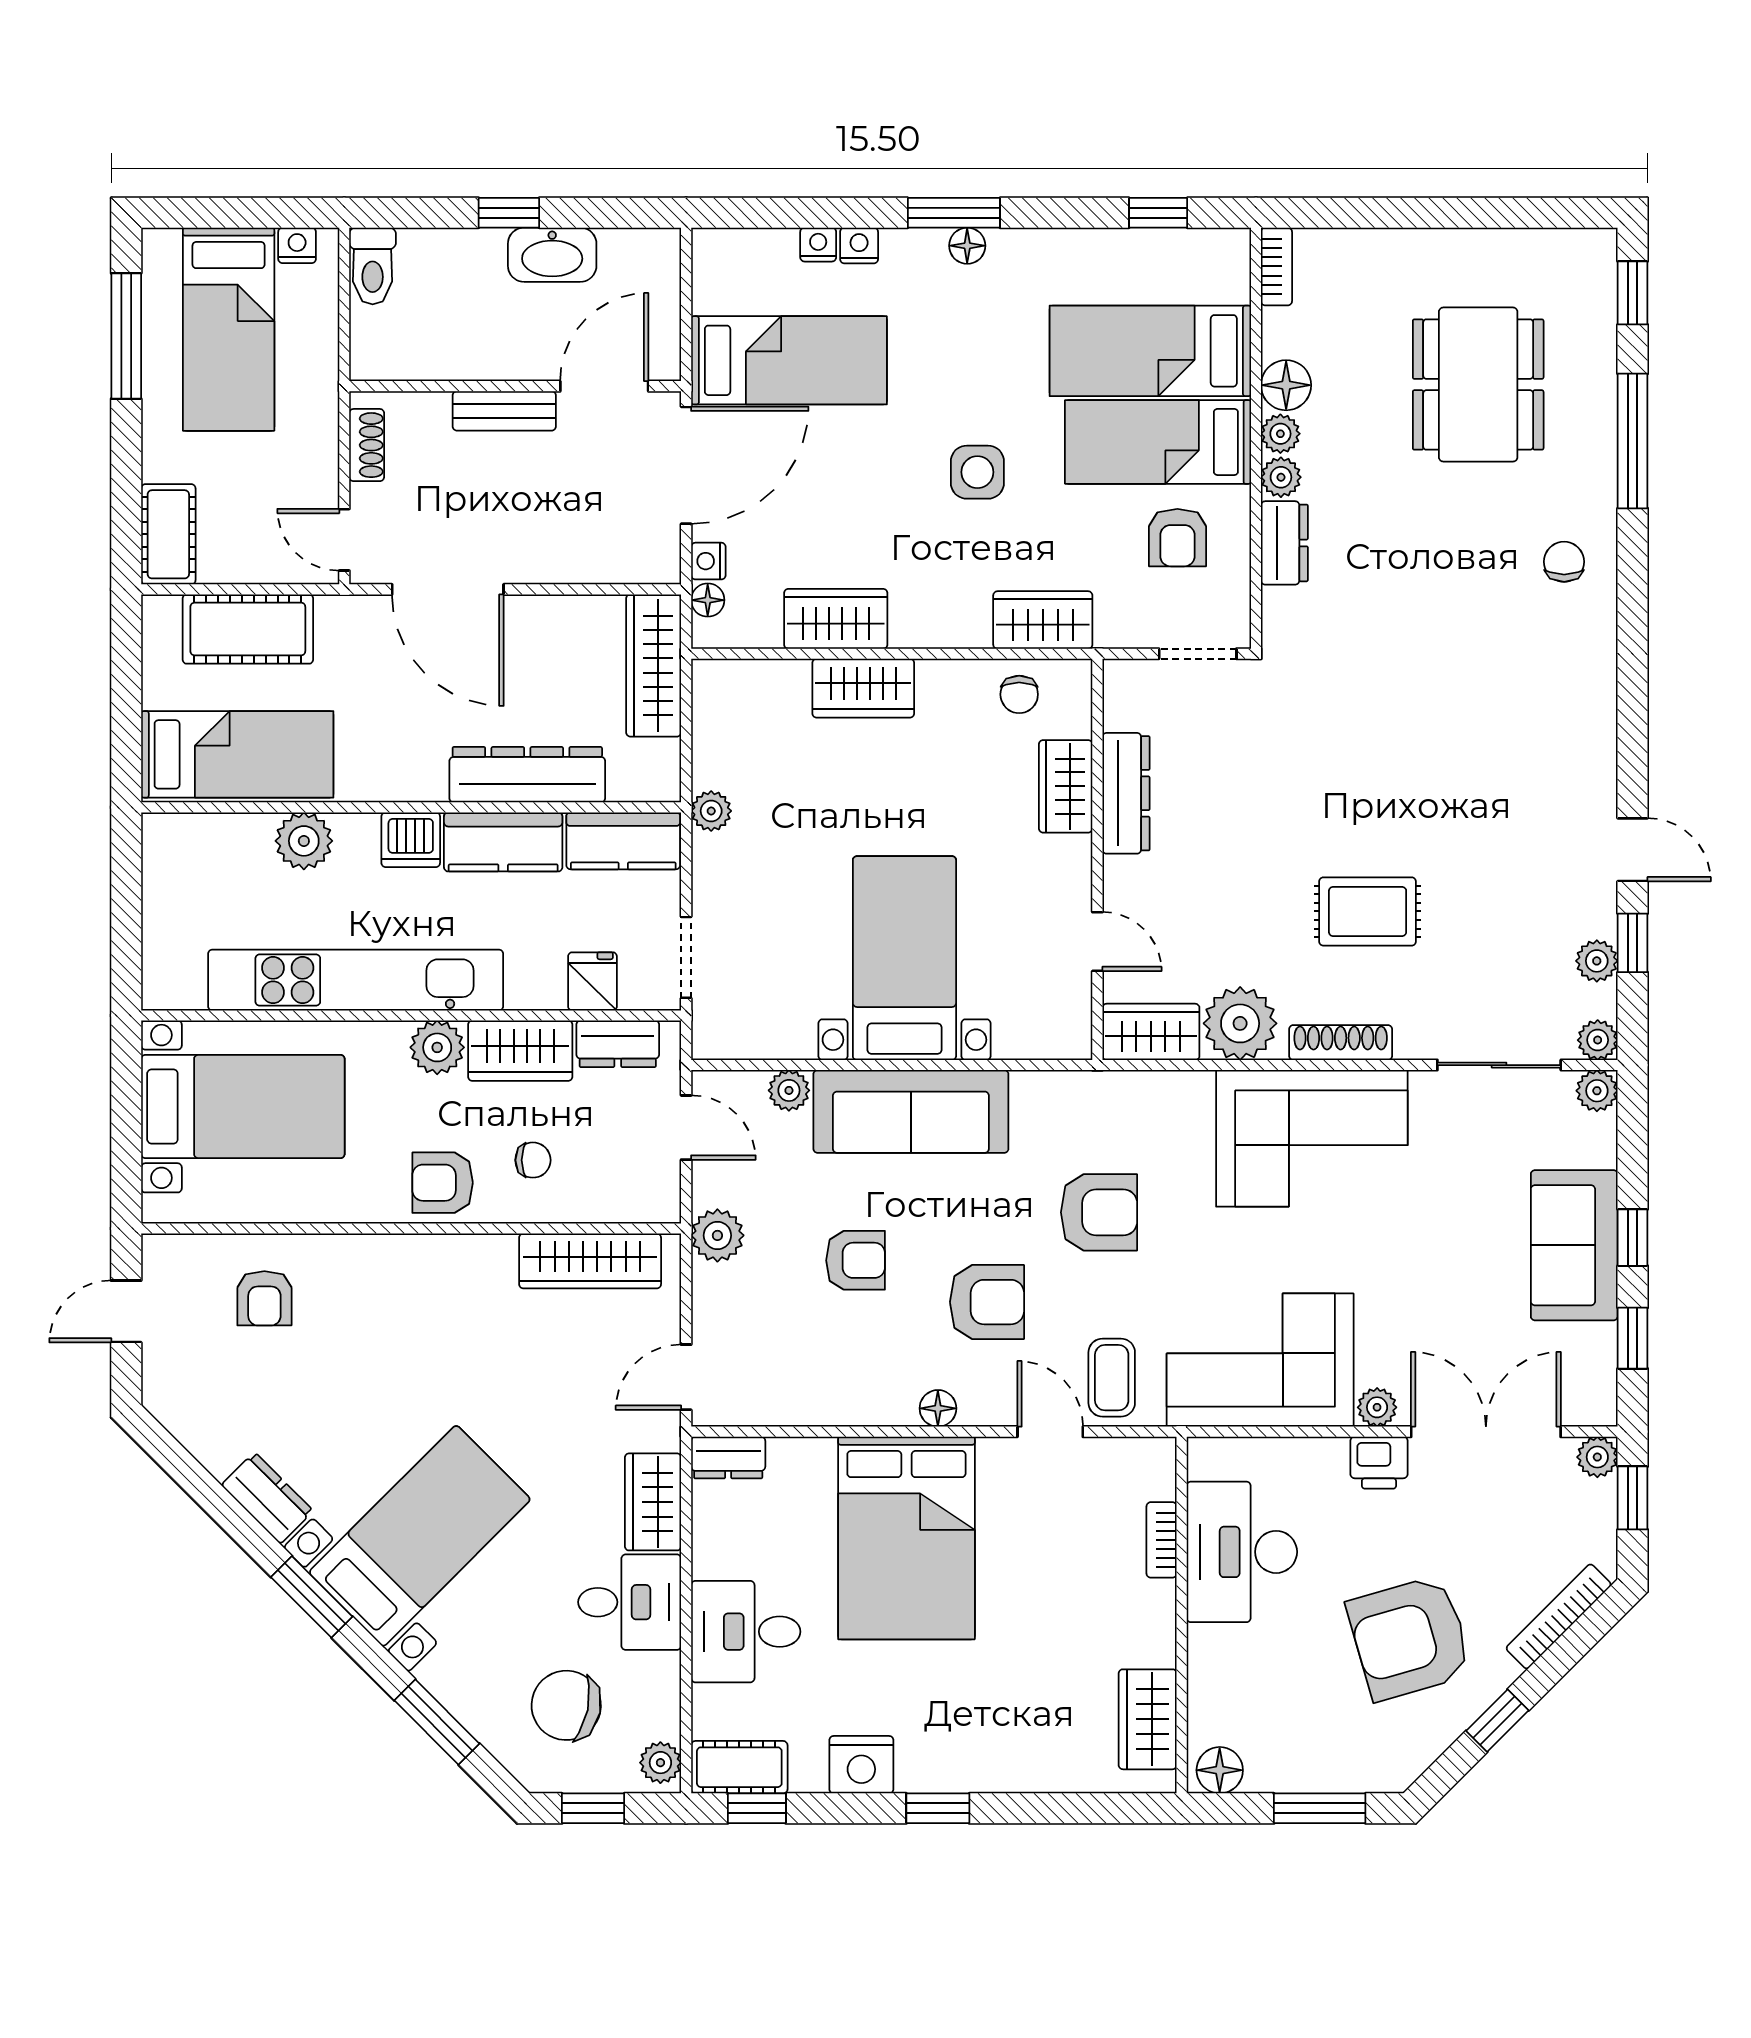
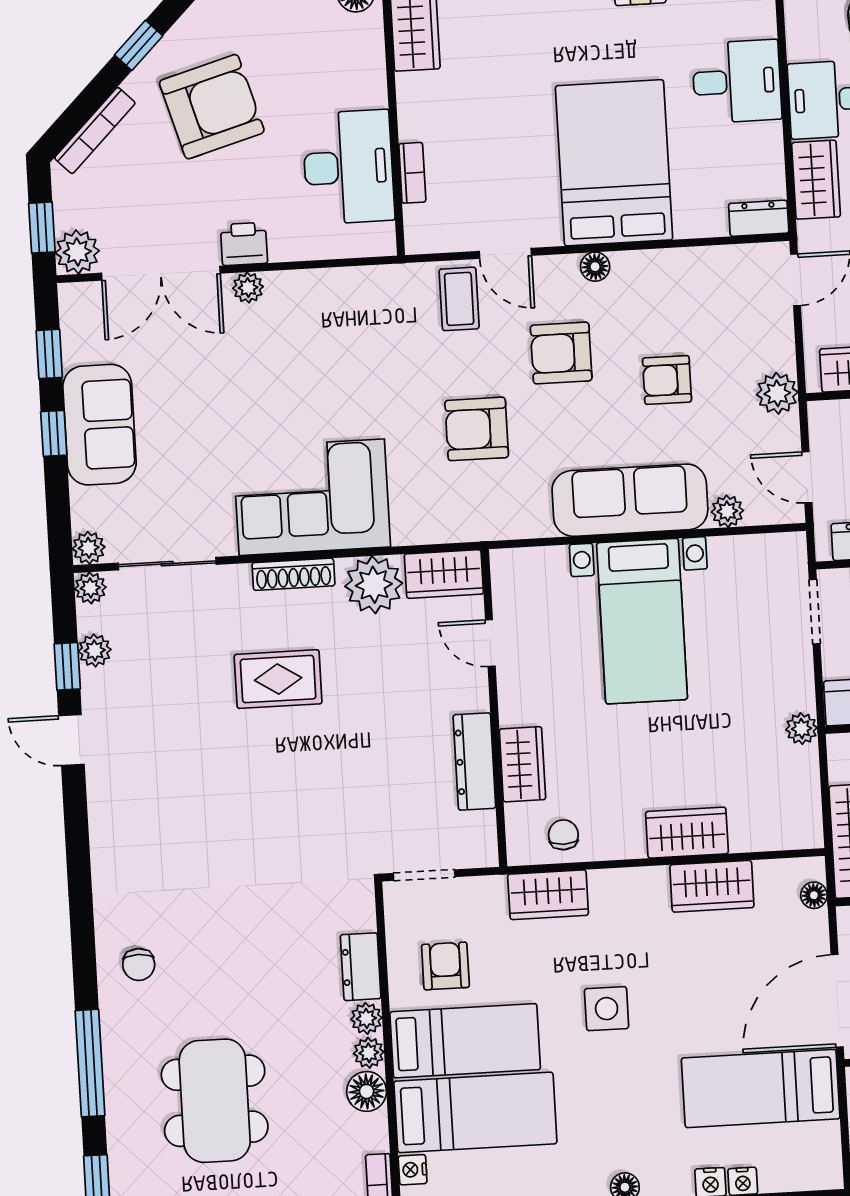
nightstand: (708, 561) -> (413, 1170), moved, turned 180
corner sofa: (1260, 1360) -> (343, 320), removed
plant: (1597, 1457) -> (77, 252), width x1.38, depth x1.38

